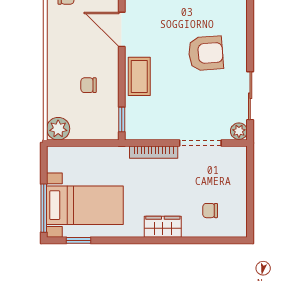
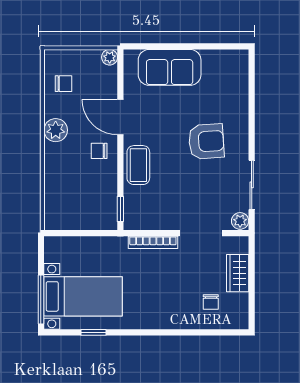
chair: (89, 85) -> (99, 151), moved
plant: (58, 129) -> (56, 130), moved
chair: (210, 211) -> (211, 302), turned -90
wardrobe: (163, 227) -> (238, 273), moved, turned -90
window: (79, 240) -> (94, 332), moved

